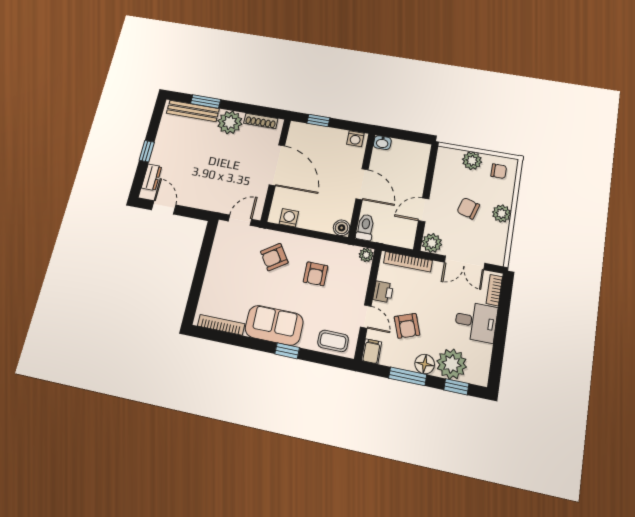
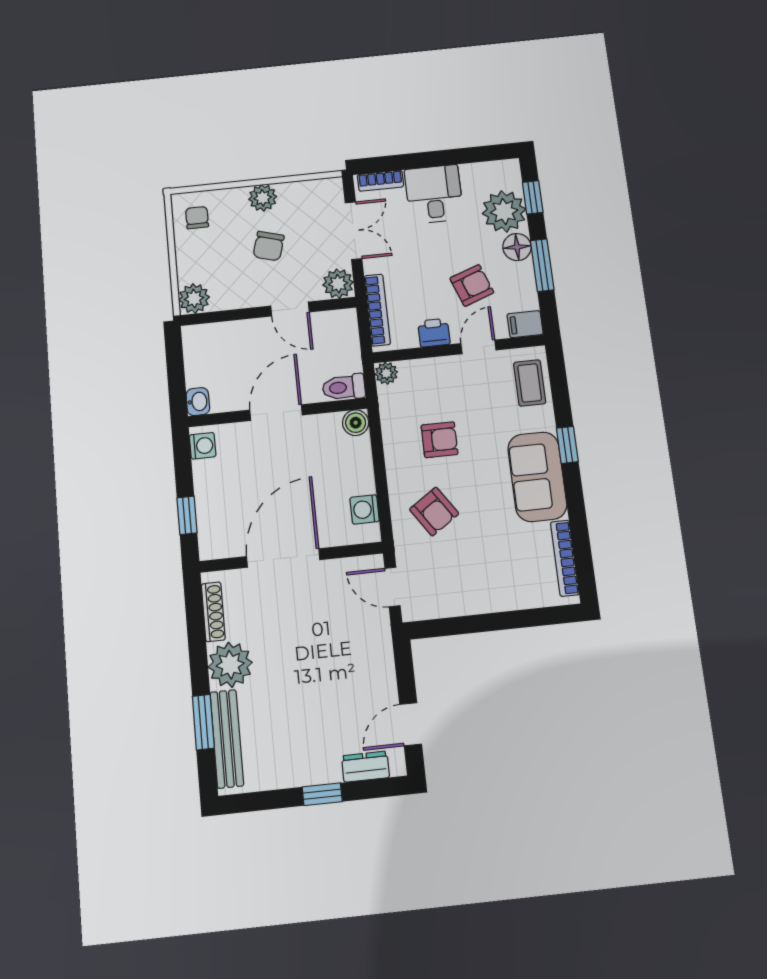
plant: (472, 161) -> (194, 299), moved

